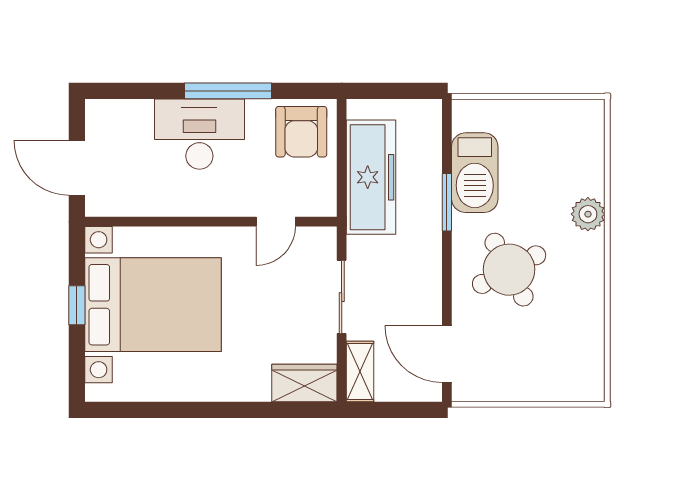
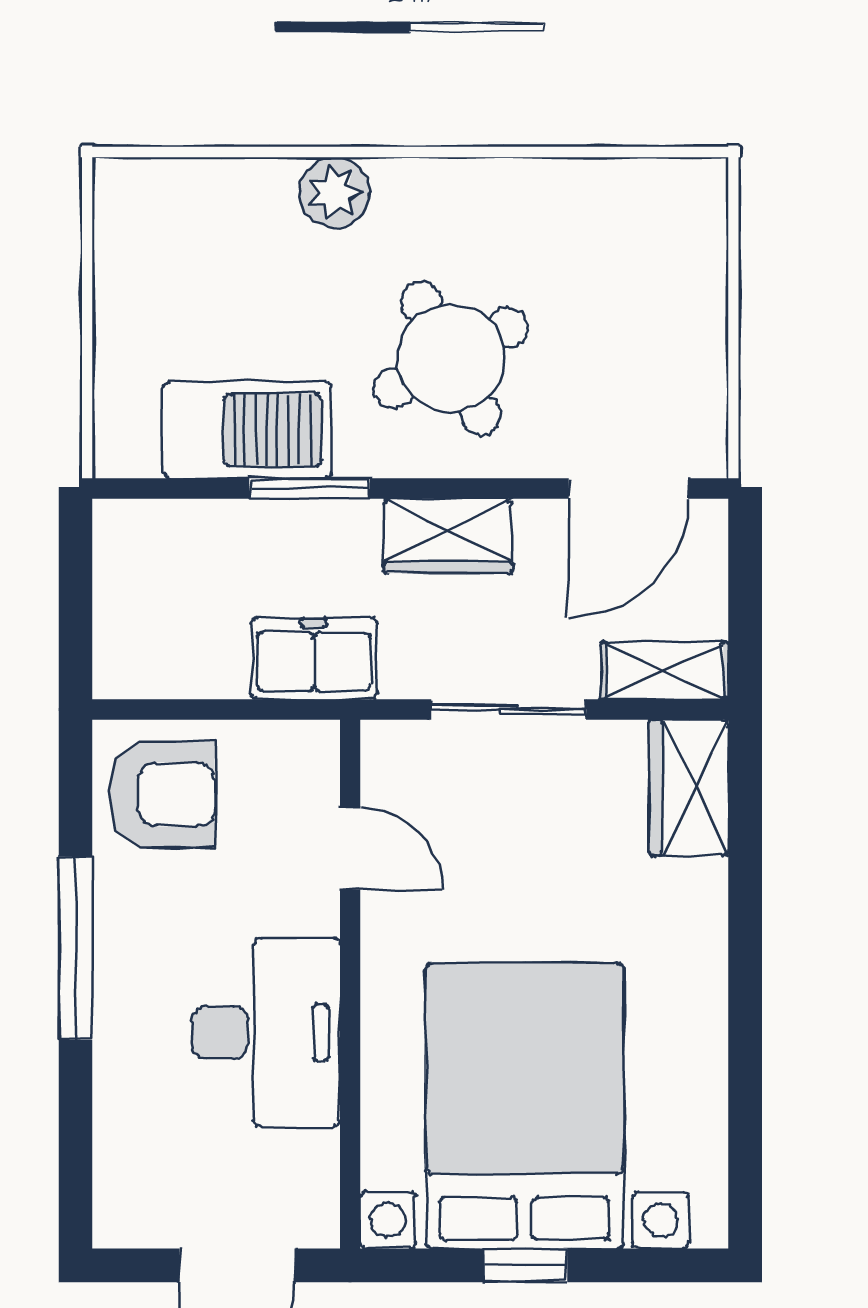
desk: (199, 134) -> (266, 1032), moved, turned 180
freezer: (371, 177) -> (314, 659), width x0.52, depth x0.79
wardrobe: (424, 268) -> (448, 536), added

